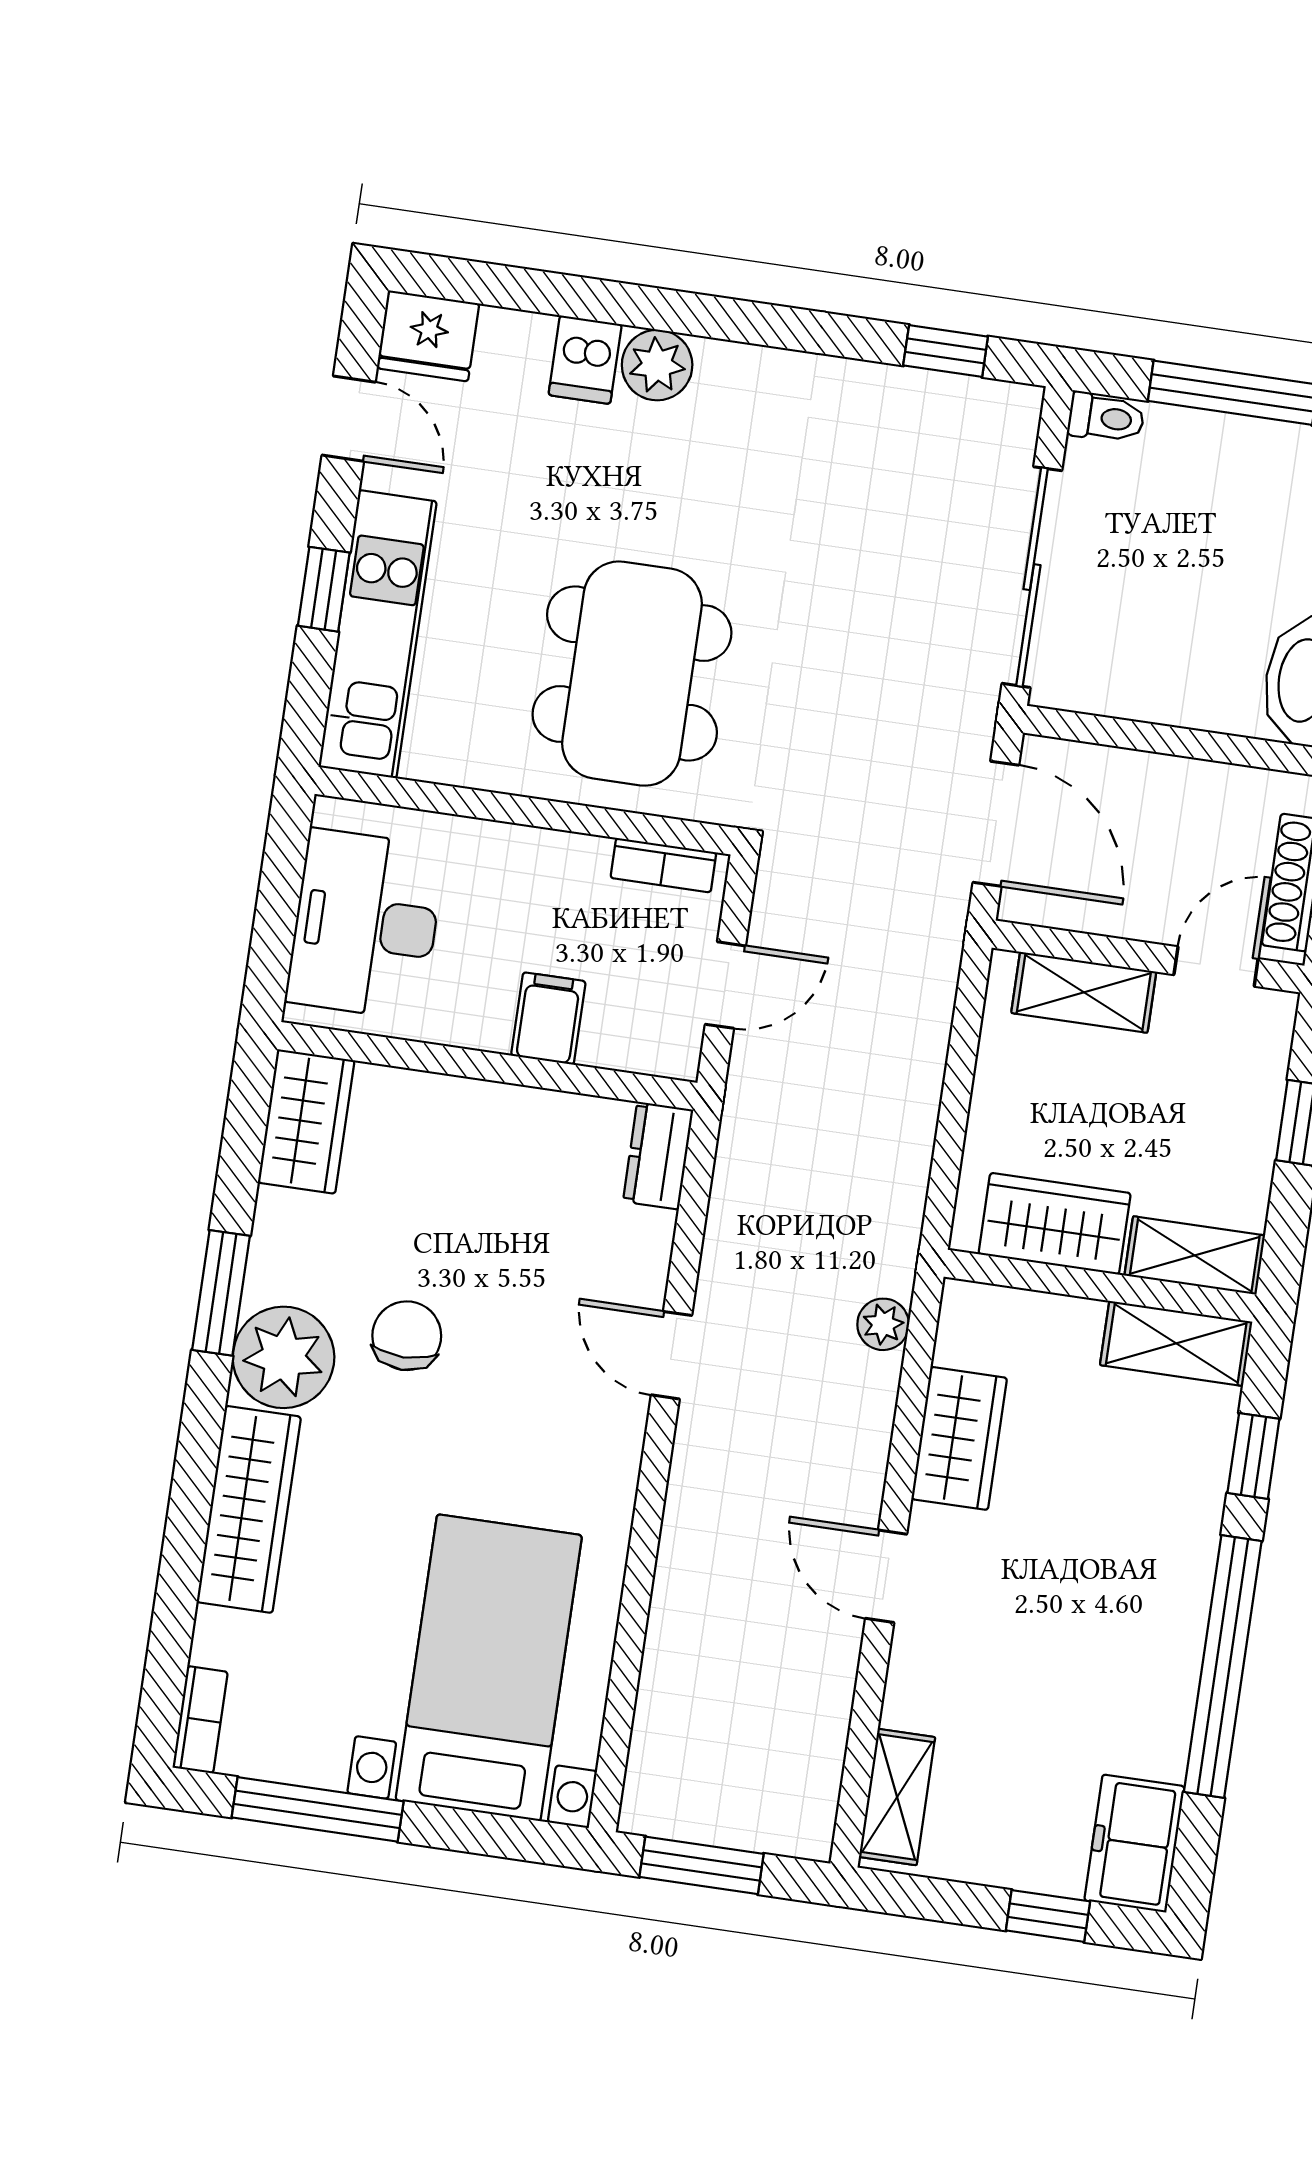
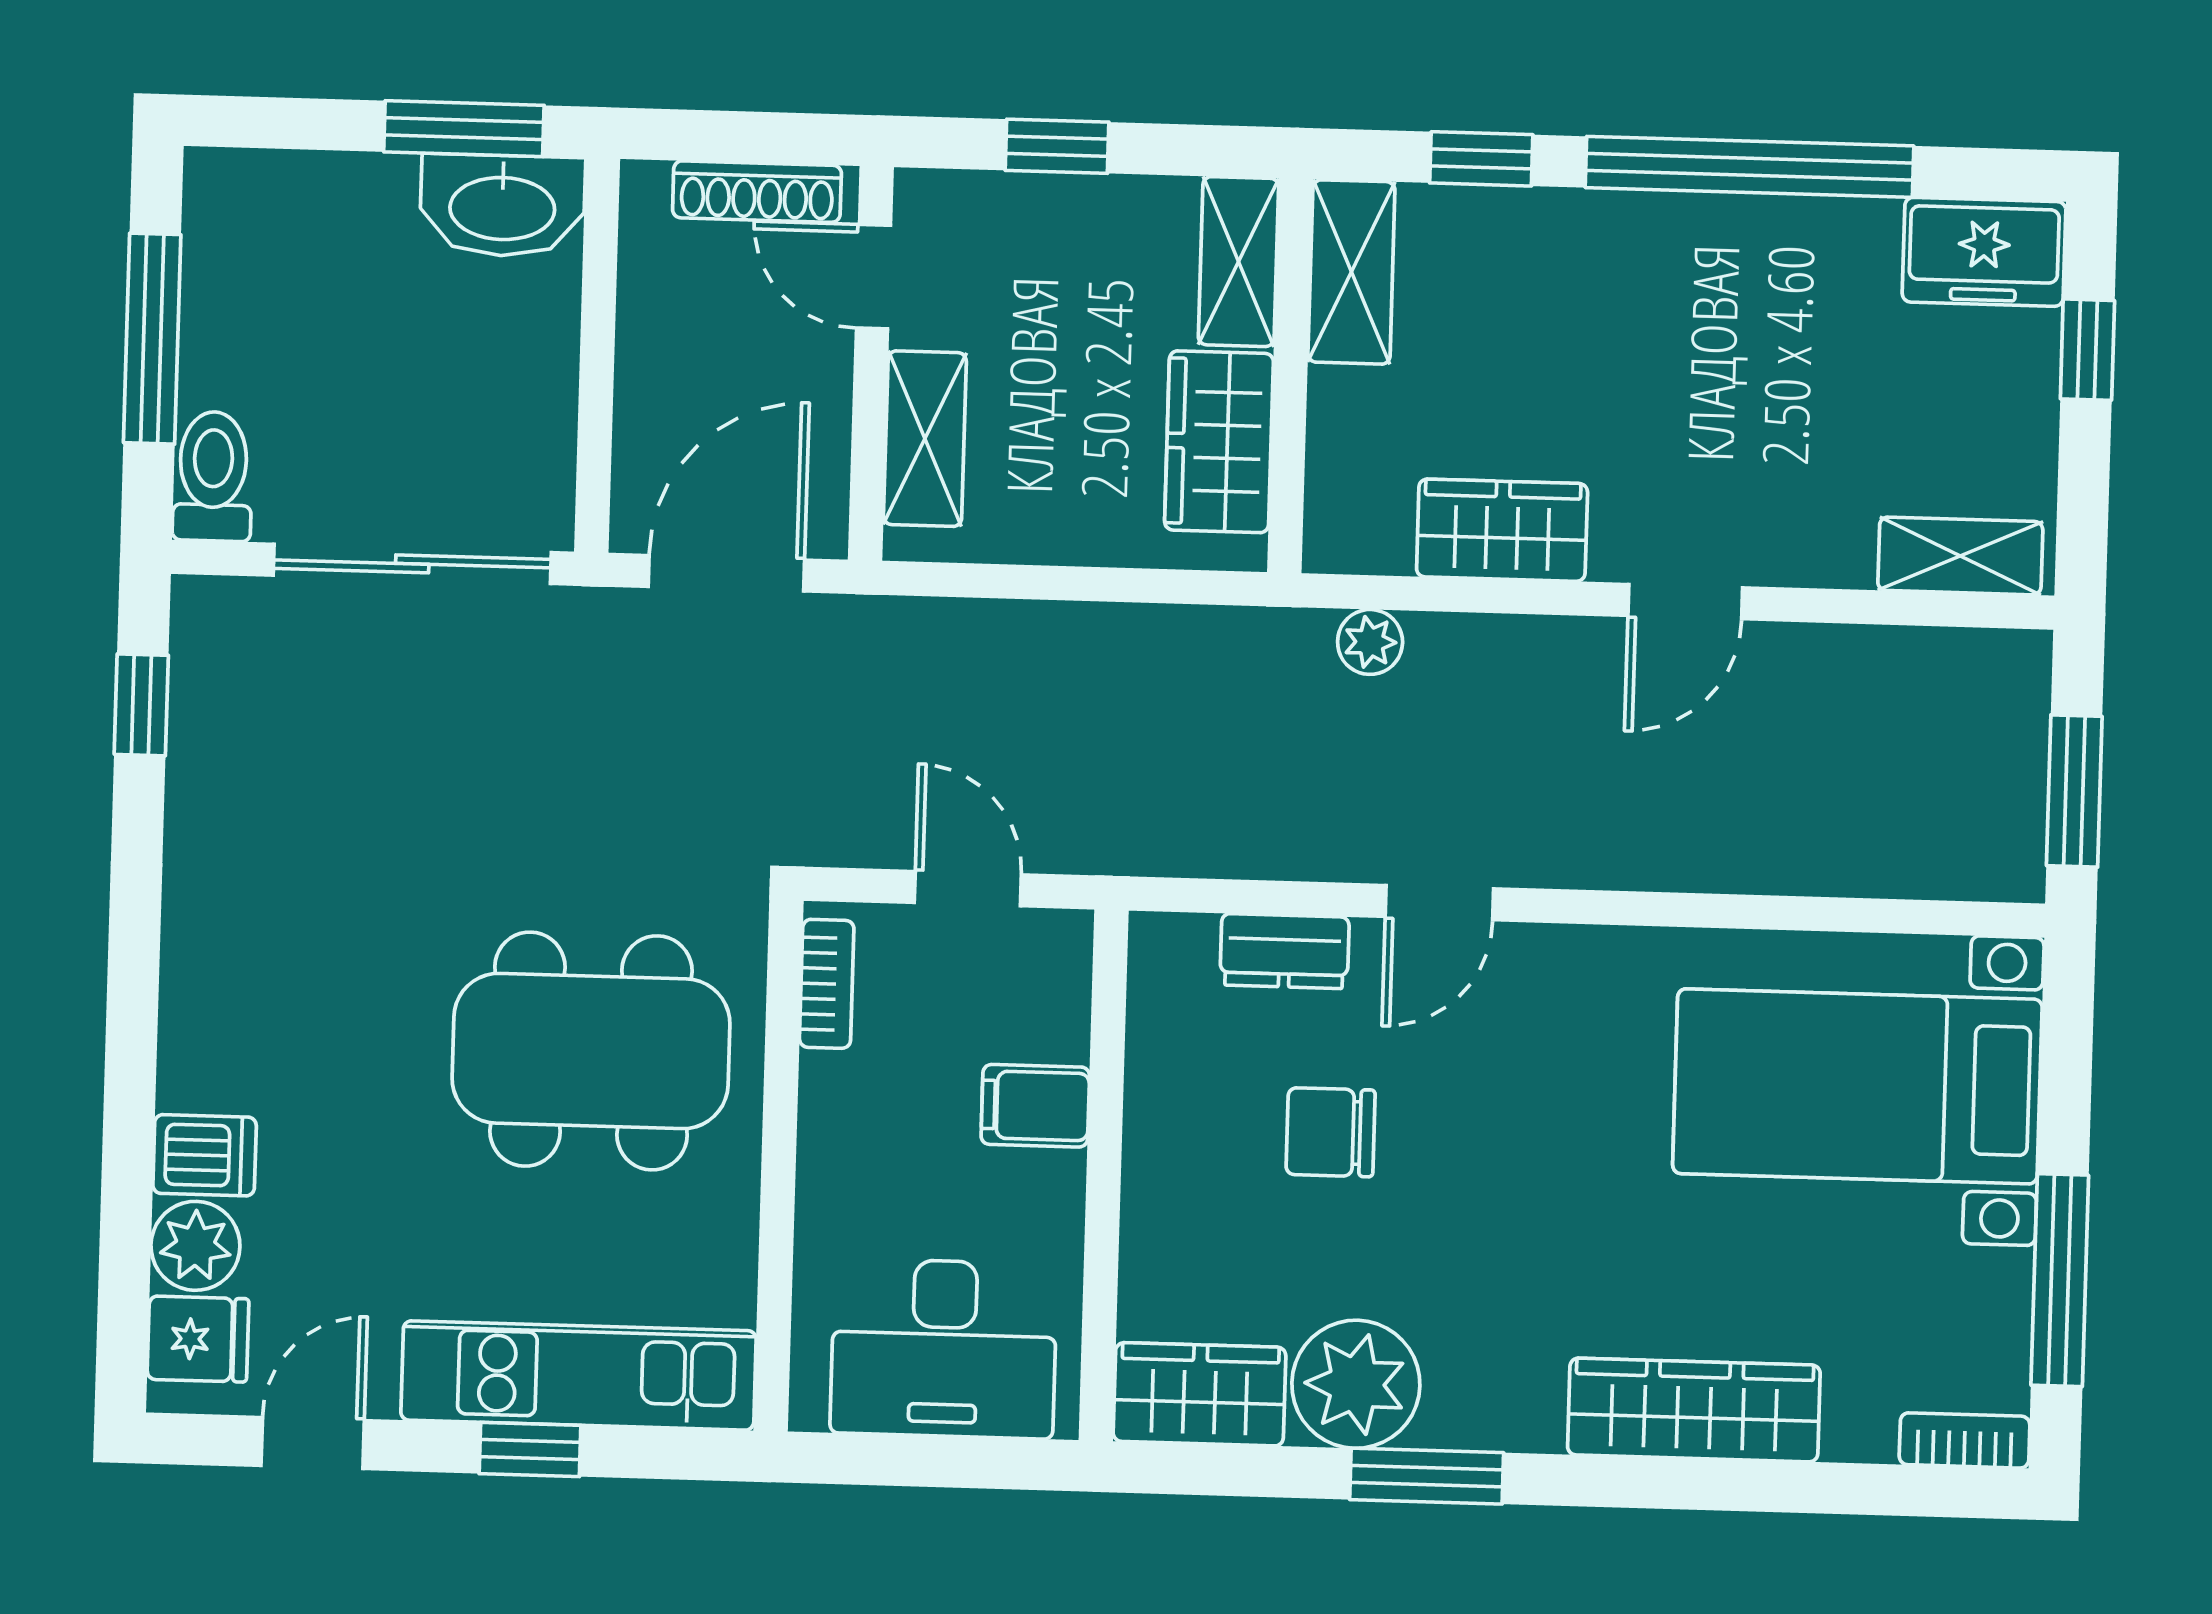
fridge: (428, 336) -> (198, 1339), width x0.72
plant: (657, 365) -> (195, 1246), moved
toilet: (1106, 418) -> (213, 476), width x1.37, depth x1.39
dresser: (658, 1156) -> (1285, 951), moved
chair: (407, 1336) -> (1331, 1132), moved
plant: (284, 1357) -> (1356, 1384), moved

